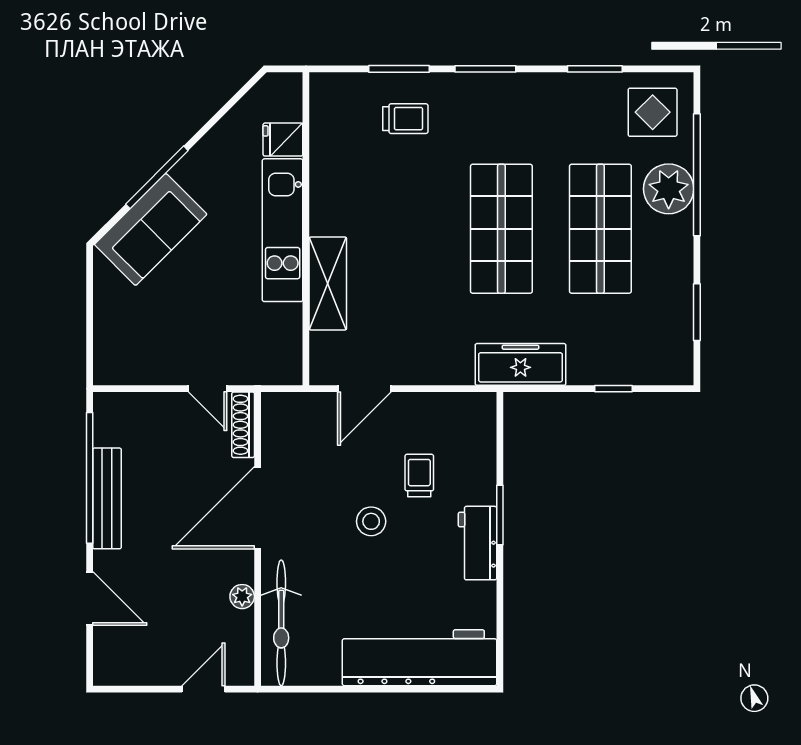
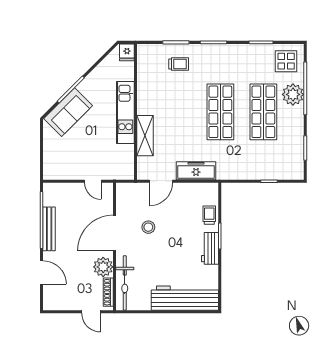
fridge: (283, 140) -> (127, 52), moved, turned -90
freezer: (520, 364) -> (196, 171), moved
shoe rack: (243, 425) -> (108, 292), moved
trolley: (419, 476) -> (209, 215), moved
stool: (371, 521) -> (148, 227), moved
plant: (242, 597) -> (103, 267), width x1.87, depth x1.87
door: (203, 689) -> (91, 312), swing flipped

